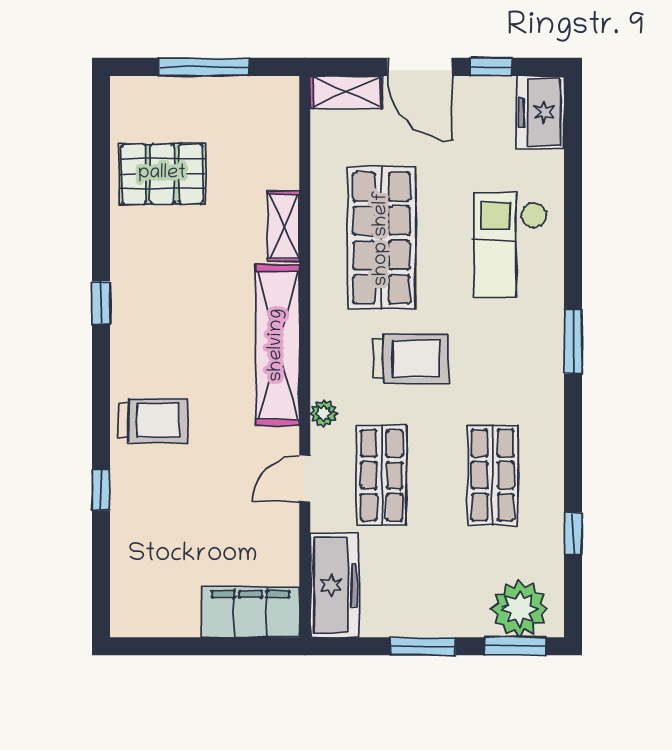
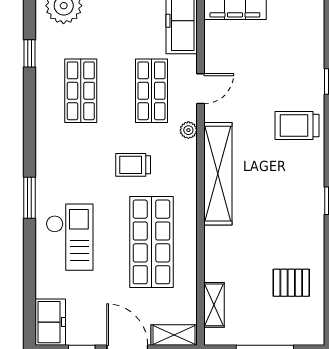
pallet: (162, 174) -> (291, 283), width x0.67, depth x0.71
shelving: (284, 226) -> (214, 305), moved
window: (573, 342) -> (30, 198), moved
trolley: (411, 359) -> (133, 165), width x0.73, depth x0.72

